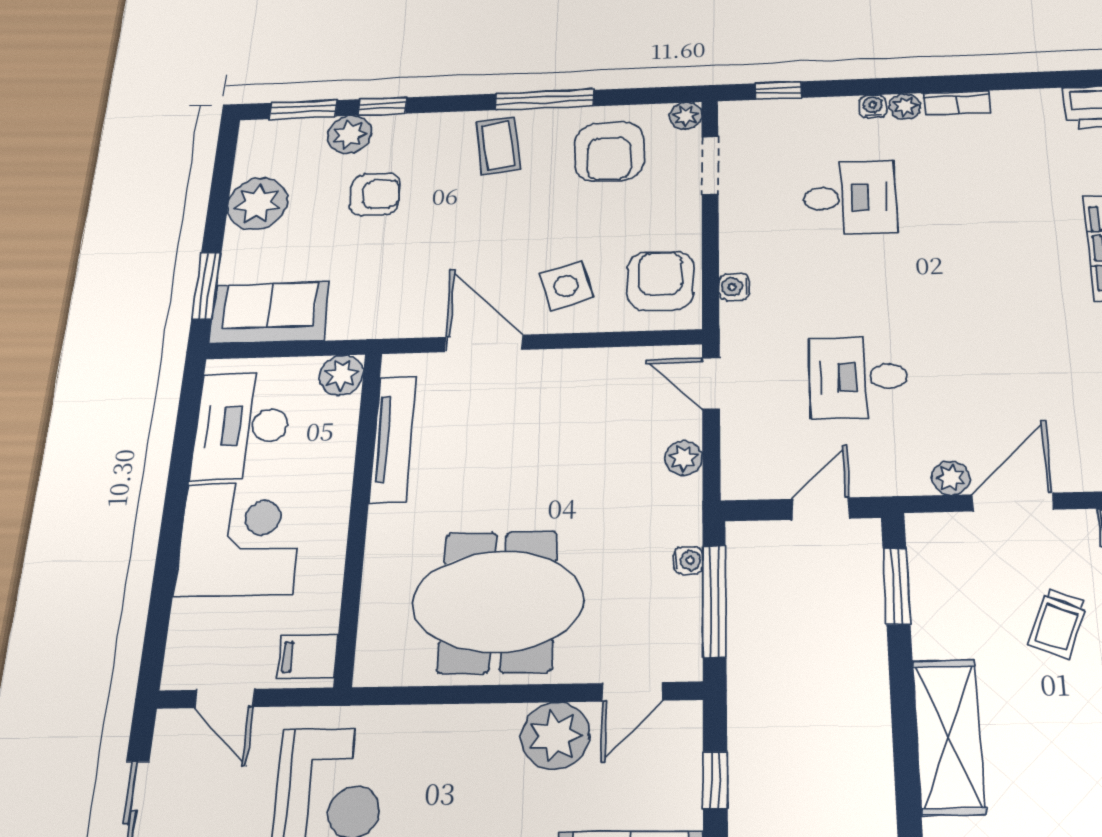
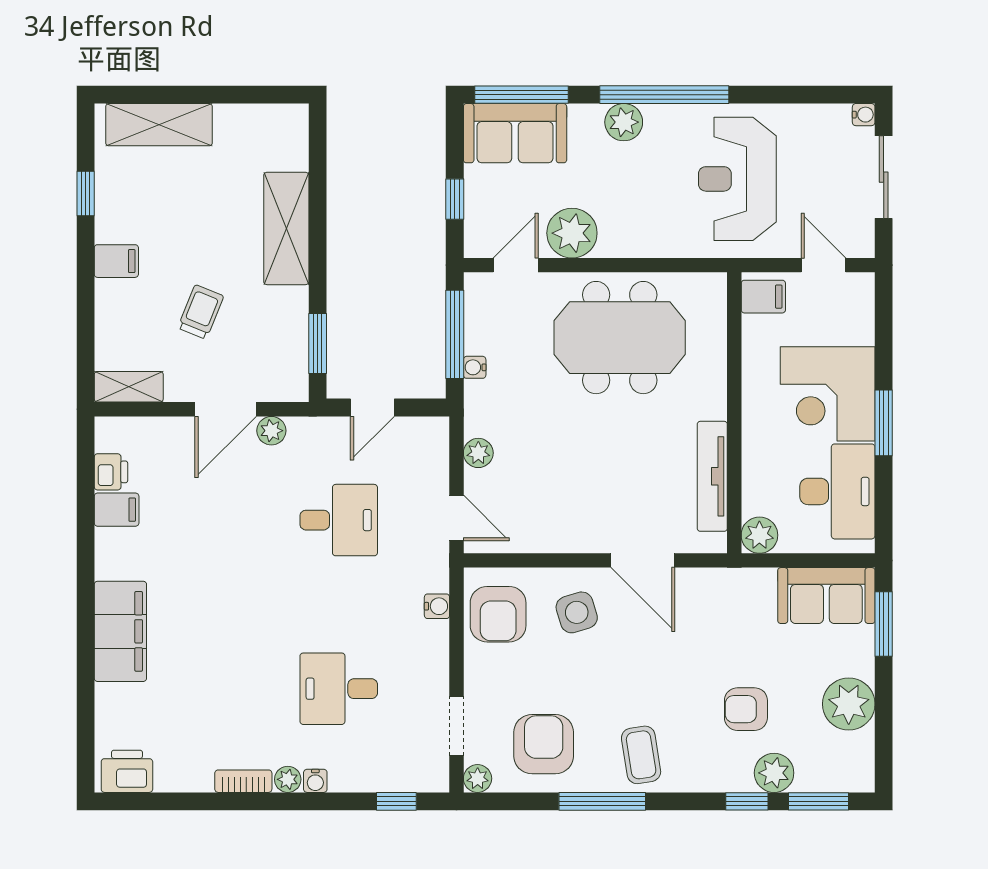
window: (175, 506) -> (884, 423), added

